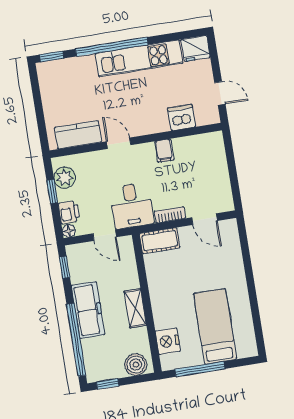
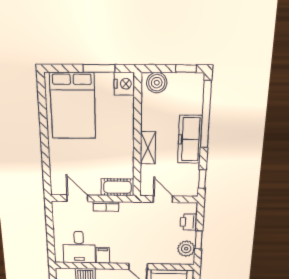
desk: (132, 206) -> (79, 247), moved, turned 180
floor lamp: (69, 231) -> (192, 208), removed
shelving: (135, 308) -> (148, 148), moved
bed: (215, 326) -> (73, 106), width x1.50
nightstand: (168, 341) -> (124, 84), moved
window: (200, 369) -> (99, 68), width x0.69

